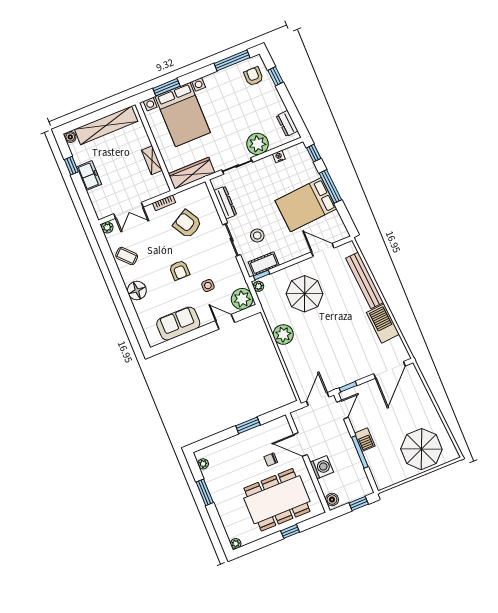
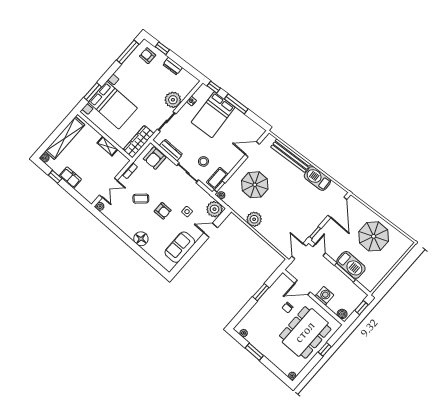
dresser: (287, 123) -> (173, 66), moved
bed: (306, 205) -> (213, 115), moved
armchair: (187, 224) -> (155, 158), moved, turned -60
coffee table: (127, 256) -> (141, 199), moved
barbecue: (365, 440) -> (351, 265), width x1.88, depth x1.53
parasol: (421, 449) -> (374, 236), moved

